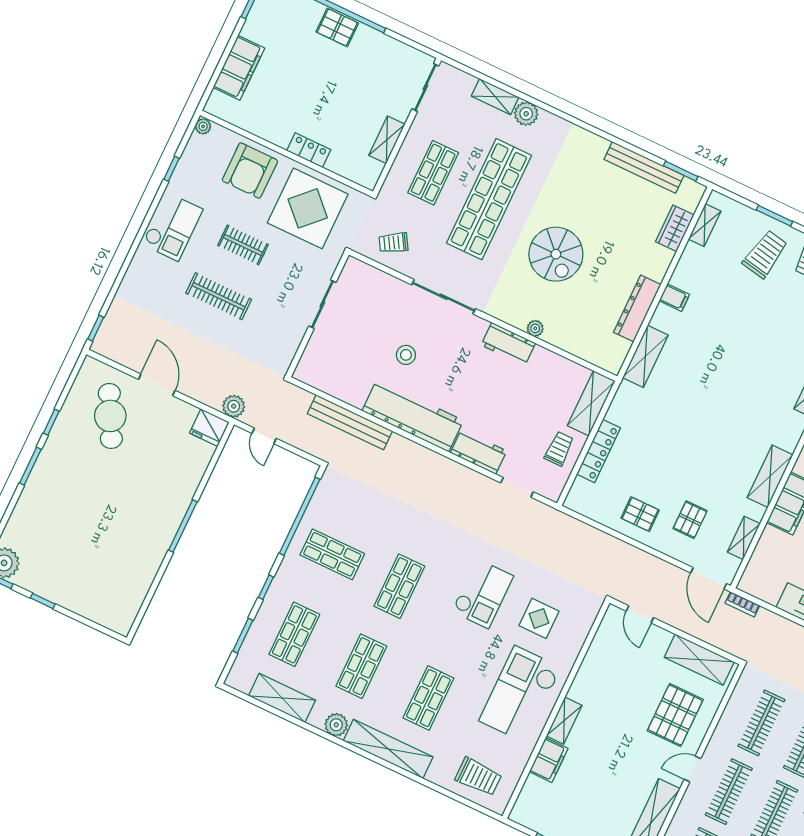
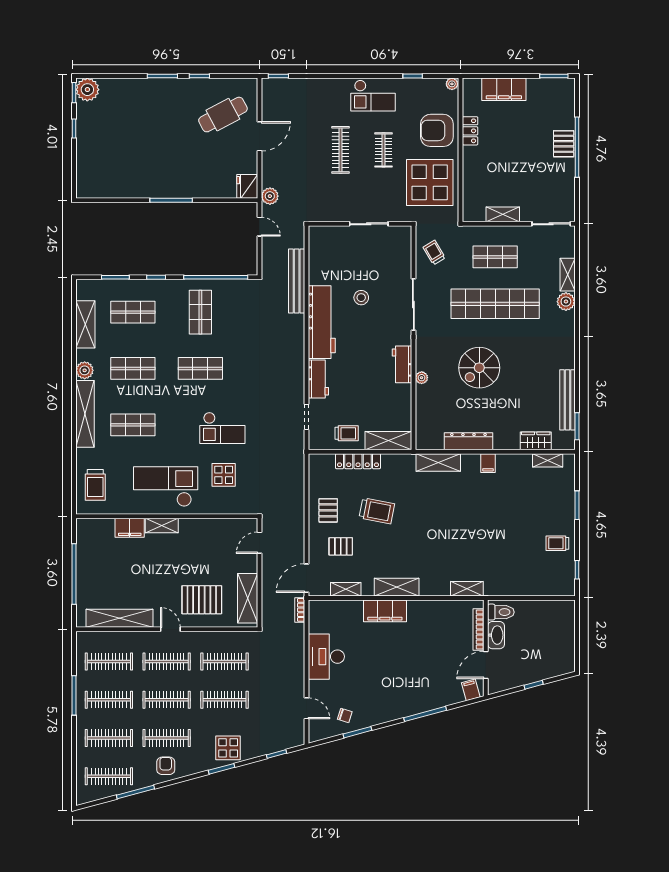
locker: (309, 150) -> (470, 131), moved
trolley: (765, 254) -> (377, 511), moved
door: (264, 436) -> (259, 227), swing flipped

